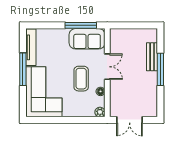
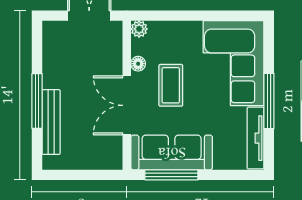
sofa: (87, 39) -> (172, 152), width x1.36
bench: (152, 57) -> (51, 122), width x1.36
double door: (107, 67) -> (127, 105), width x1.37

